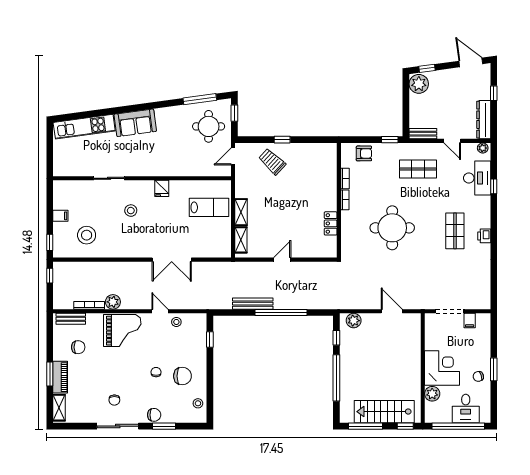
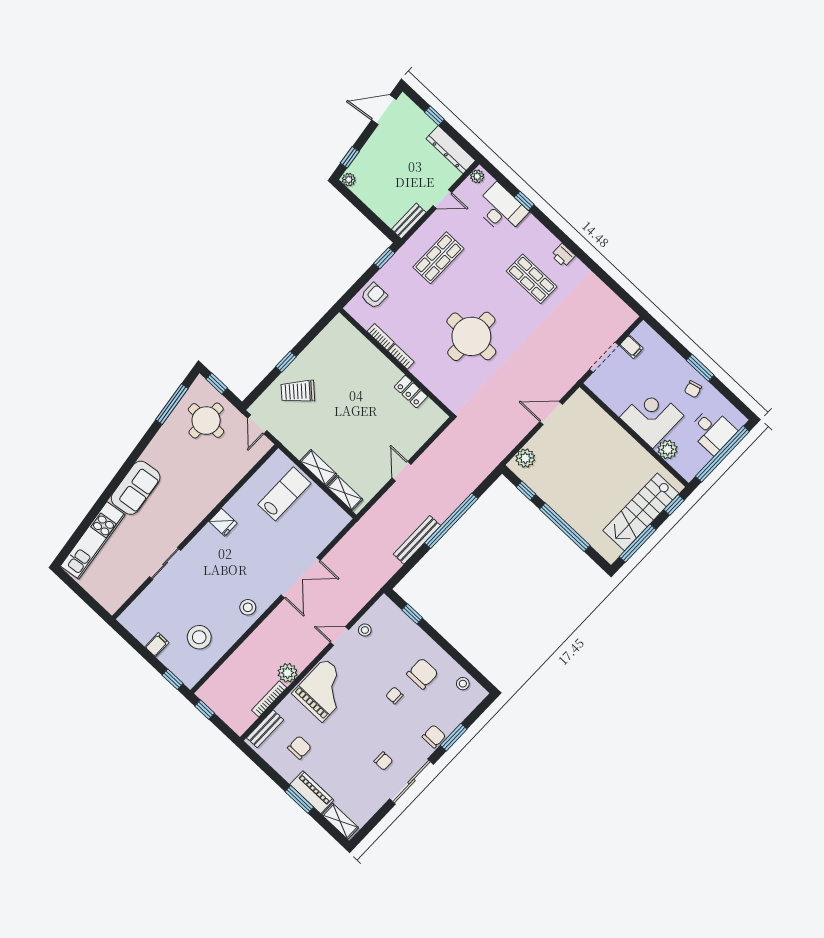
plant: (419, 84) -> (349, 180), width x0.53, depth x0.53
stool: (131, 211) -> (248, 607), moved

